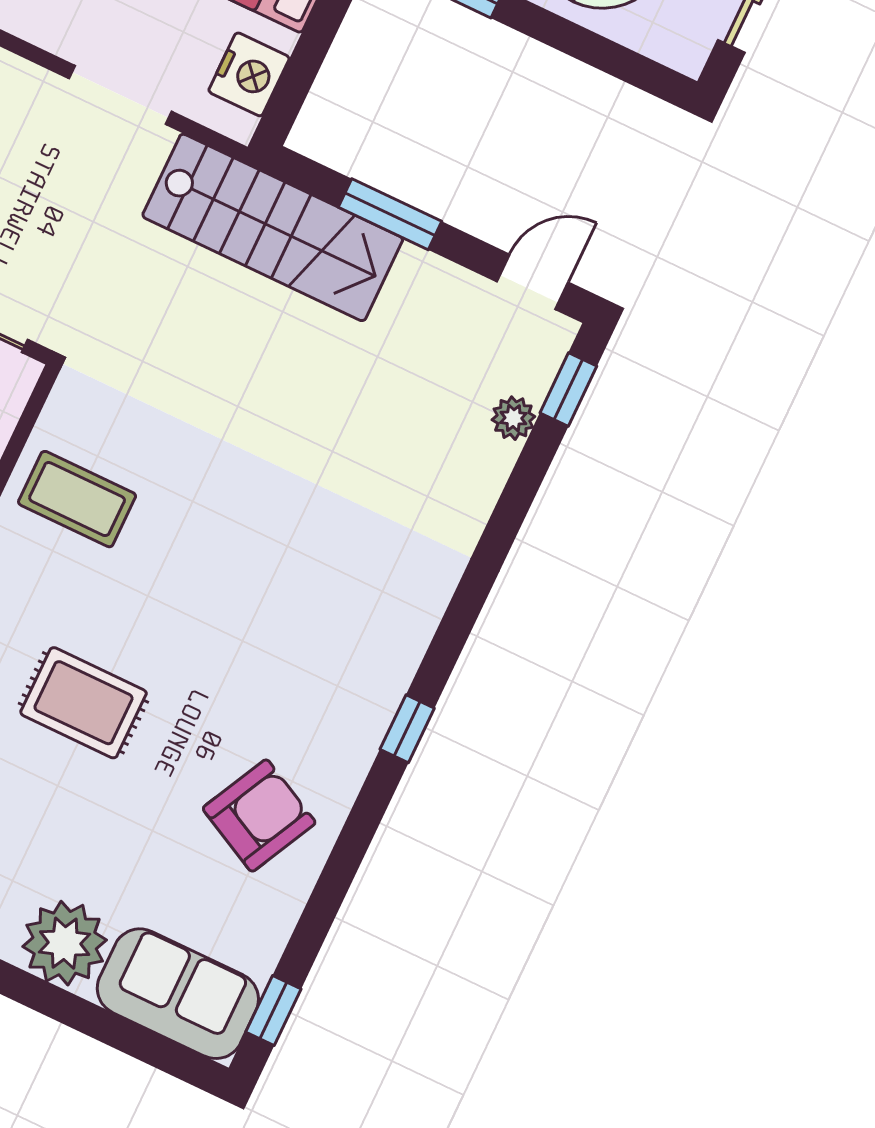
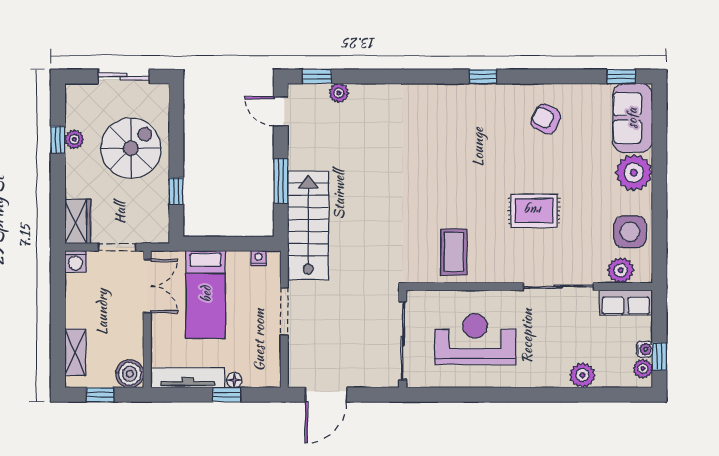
nightstand: (249, 74) -> (259, 258), width x0.53, depth x0.56
rug: (84, 703) -> (534, 211), turned 90
armchair: (259, 816) -> (546, 119), width x0.72, depth x0.72

